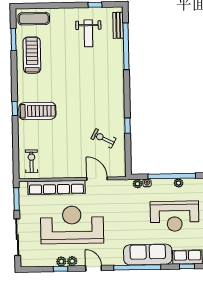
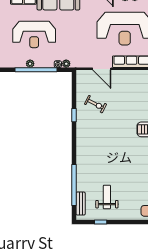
reception desk: (175, 216) -> (34, 34), turned 180

